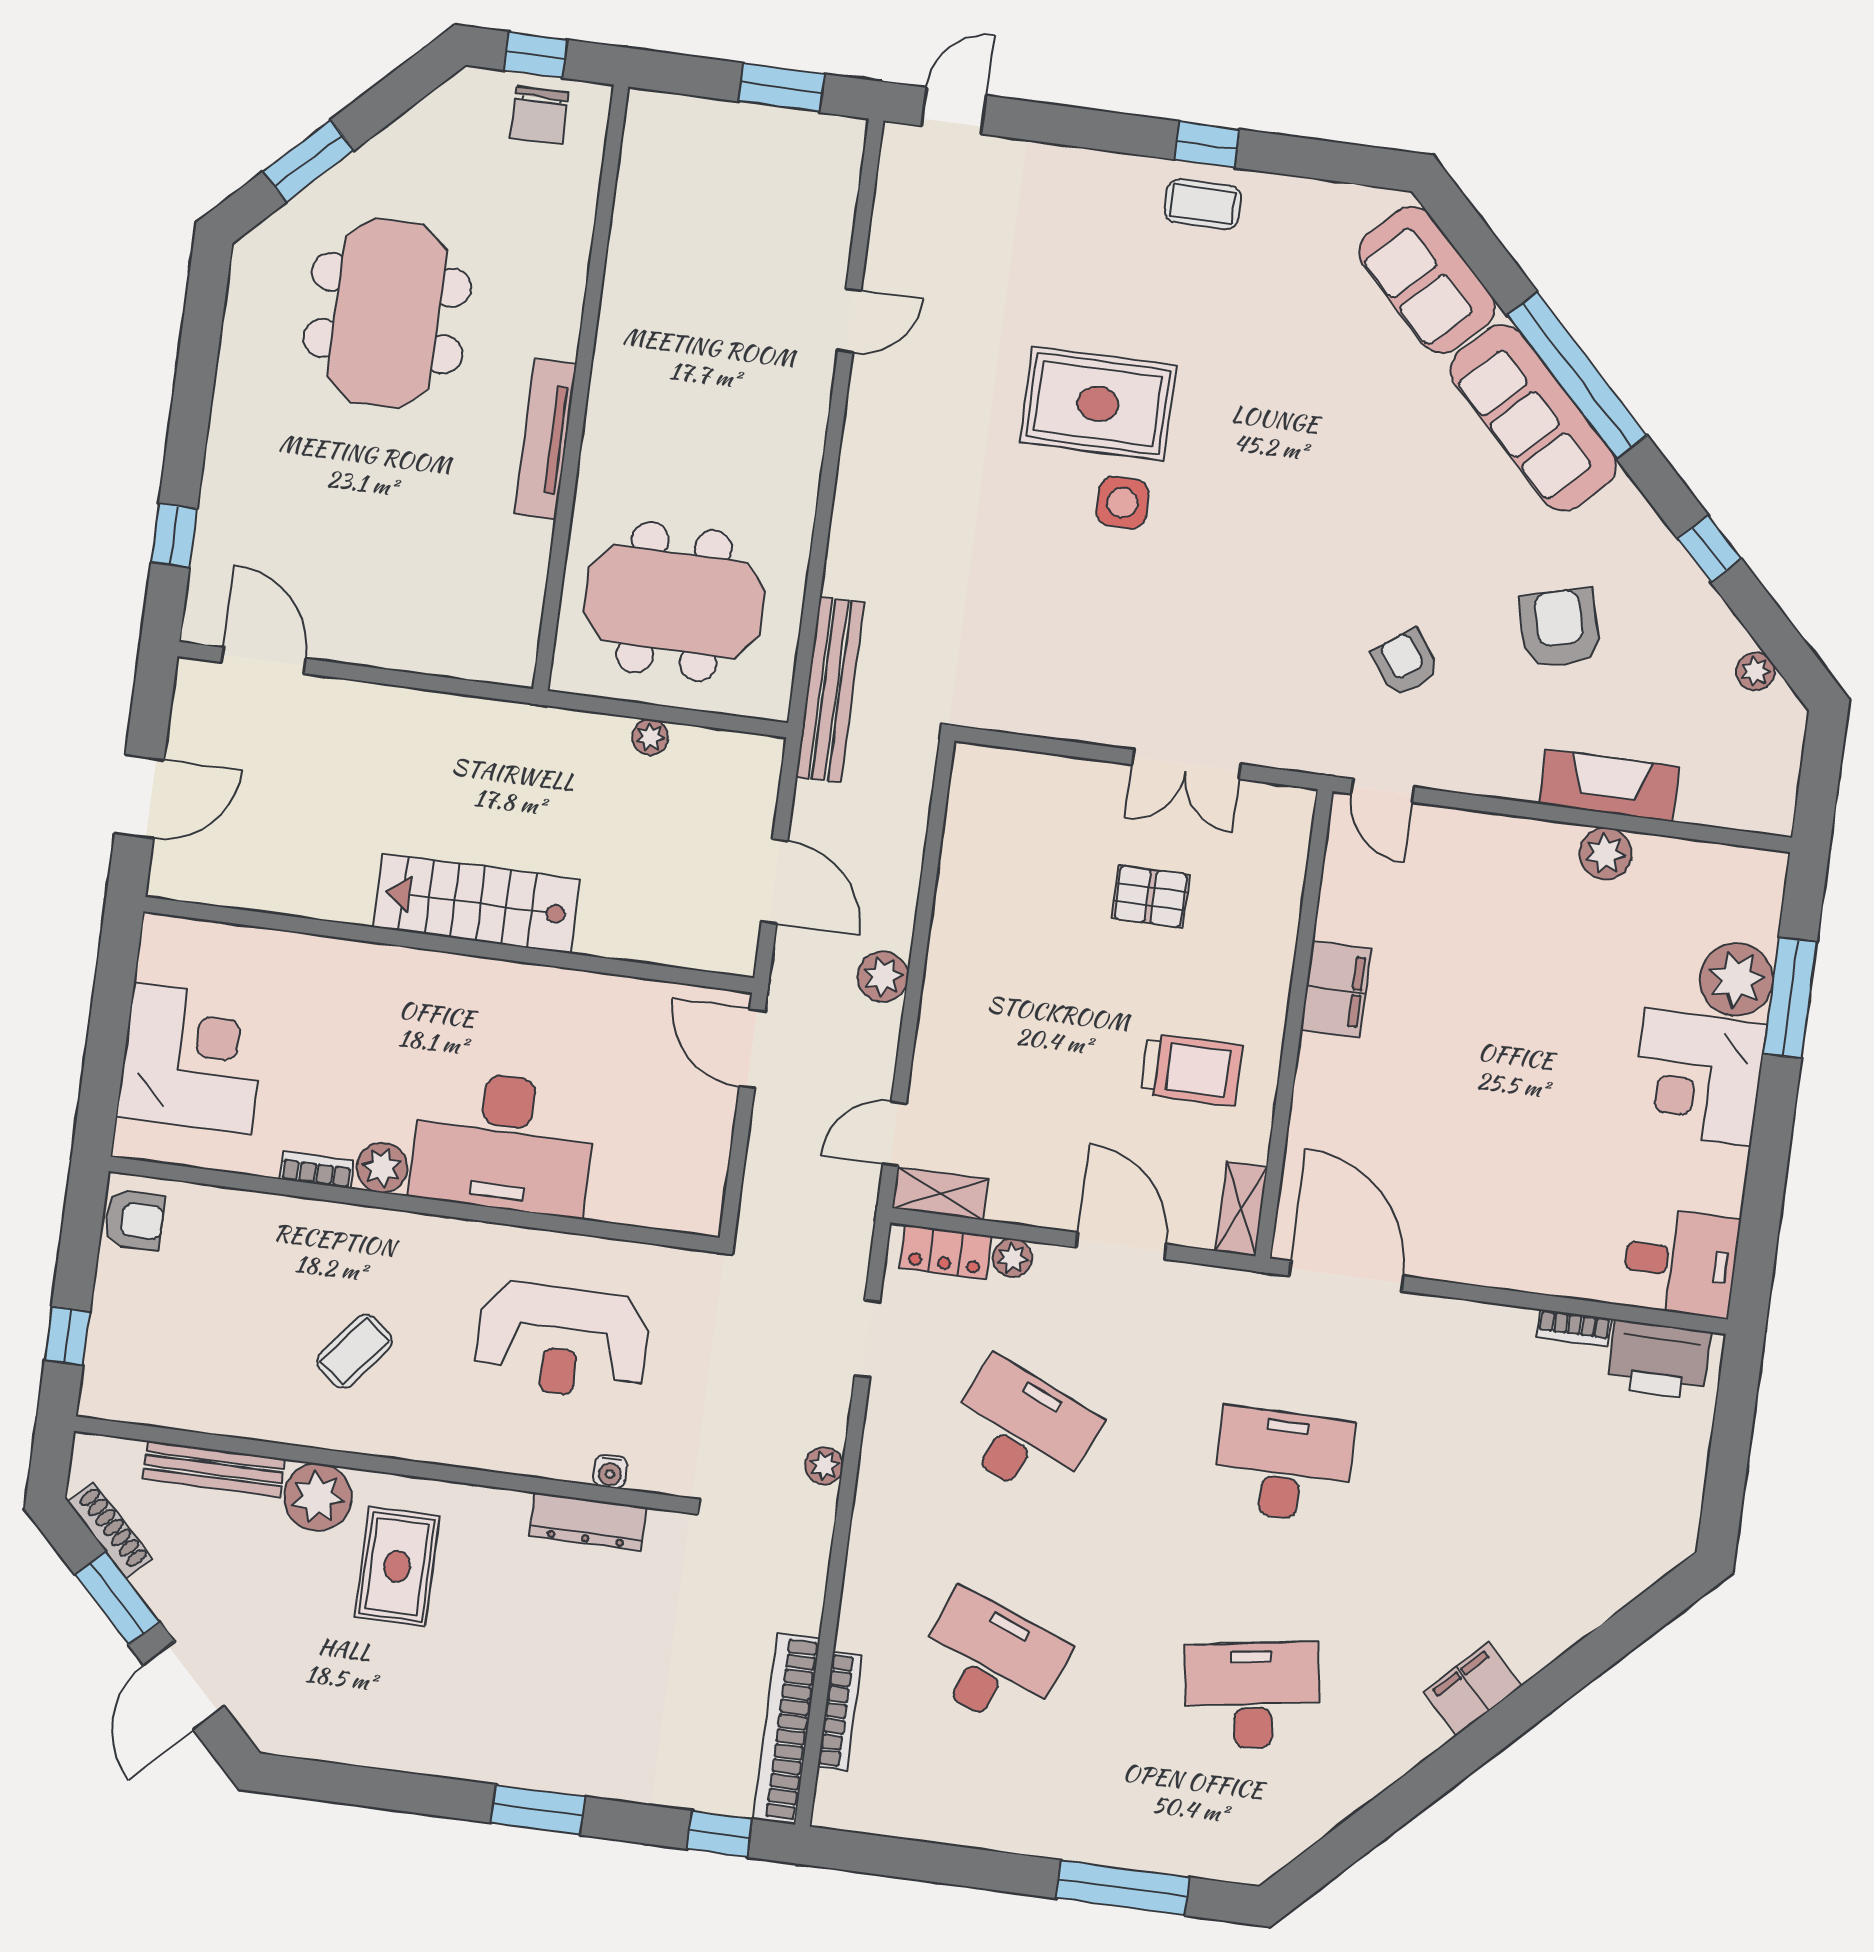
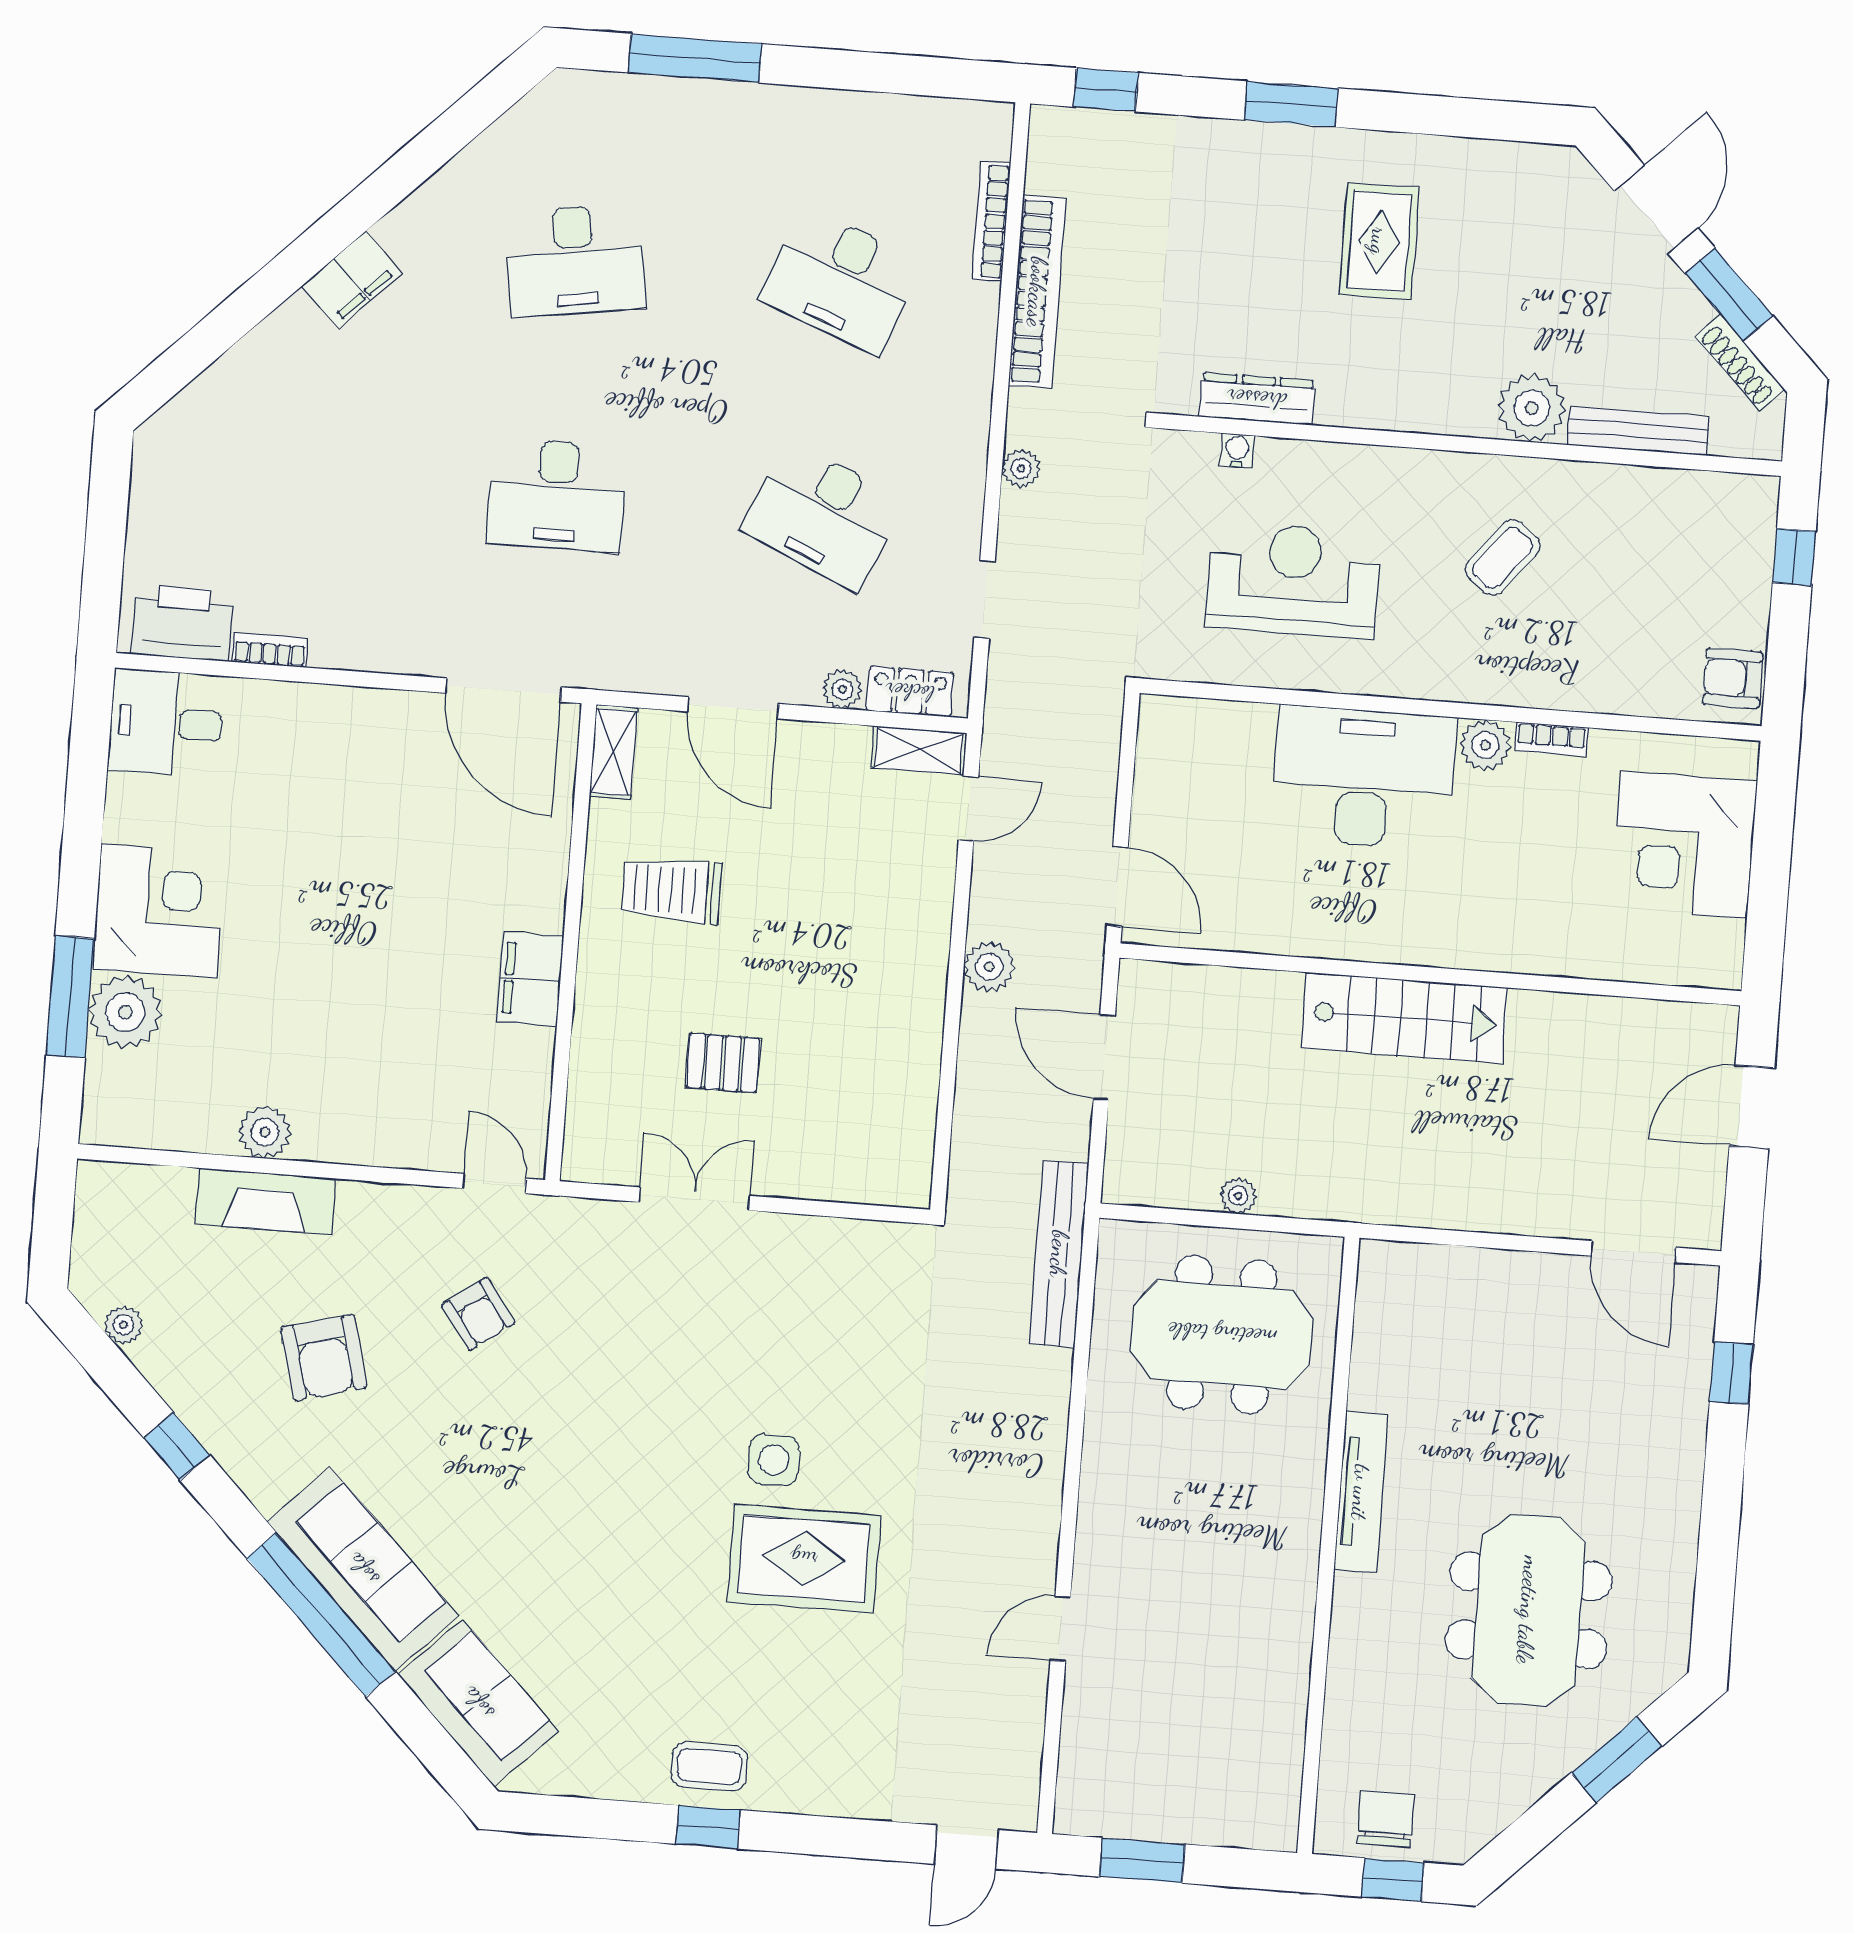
rug: (397, 1566) -> (1379, 241), moved
bookcase: (786, 1729) -> (1037, 292), moved

